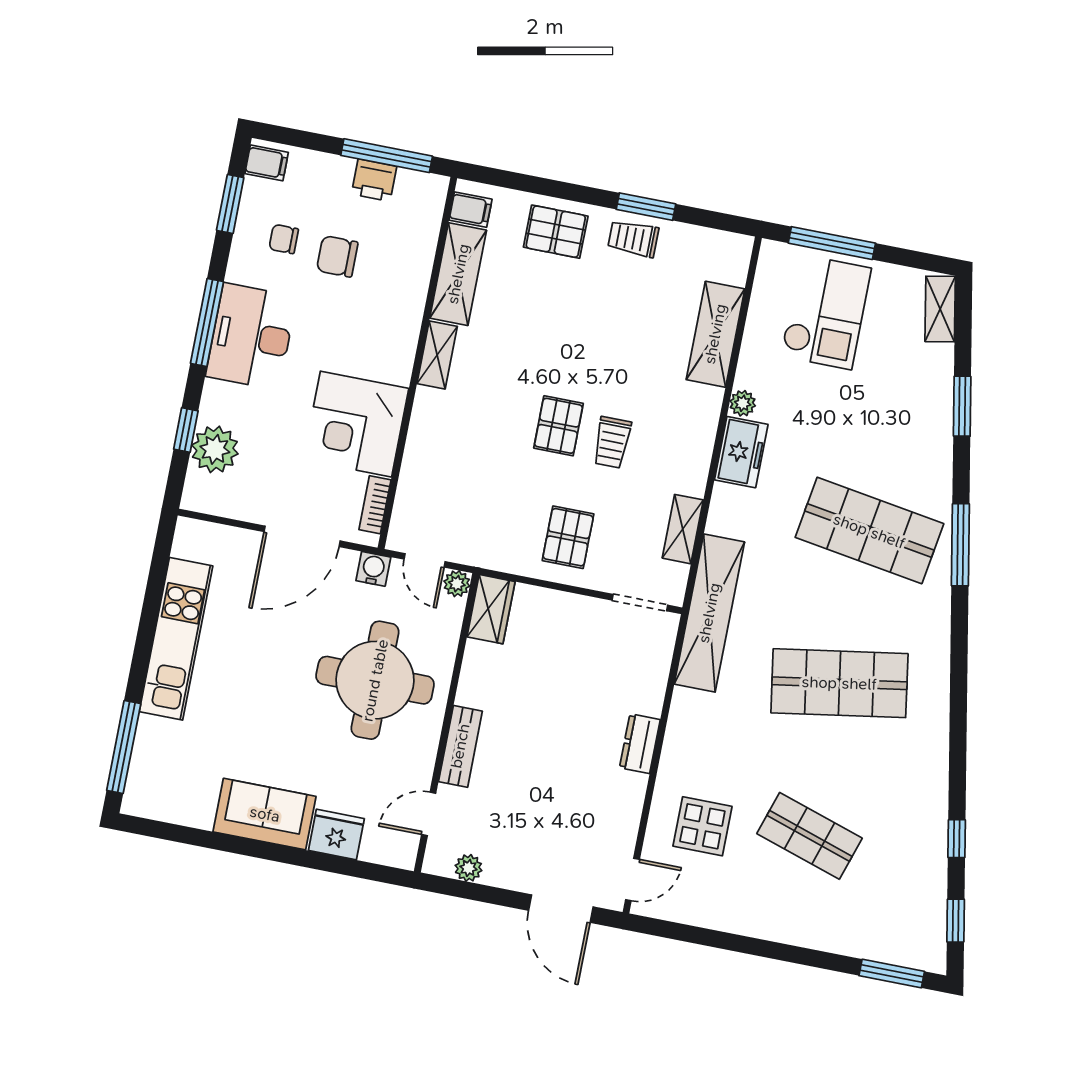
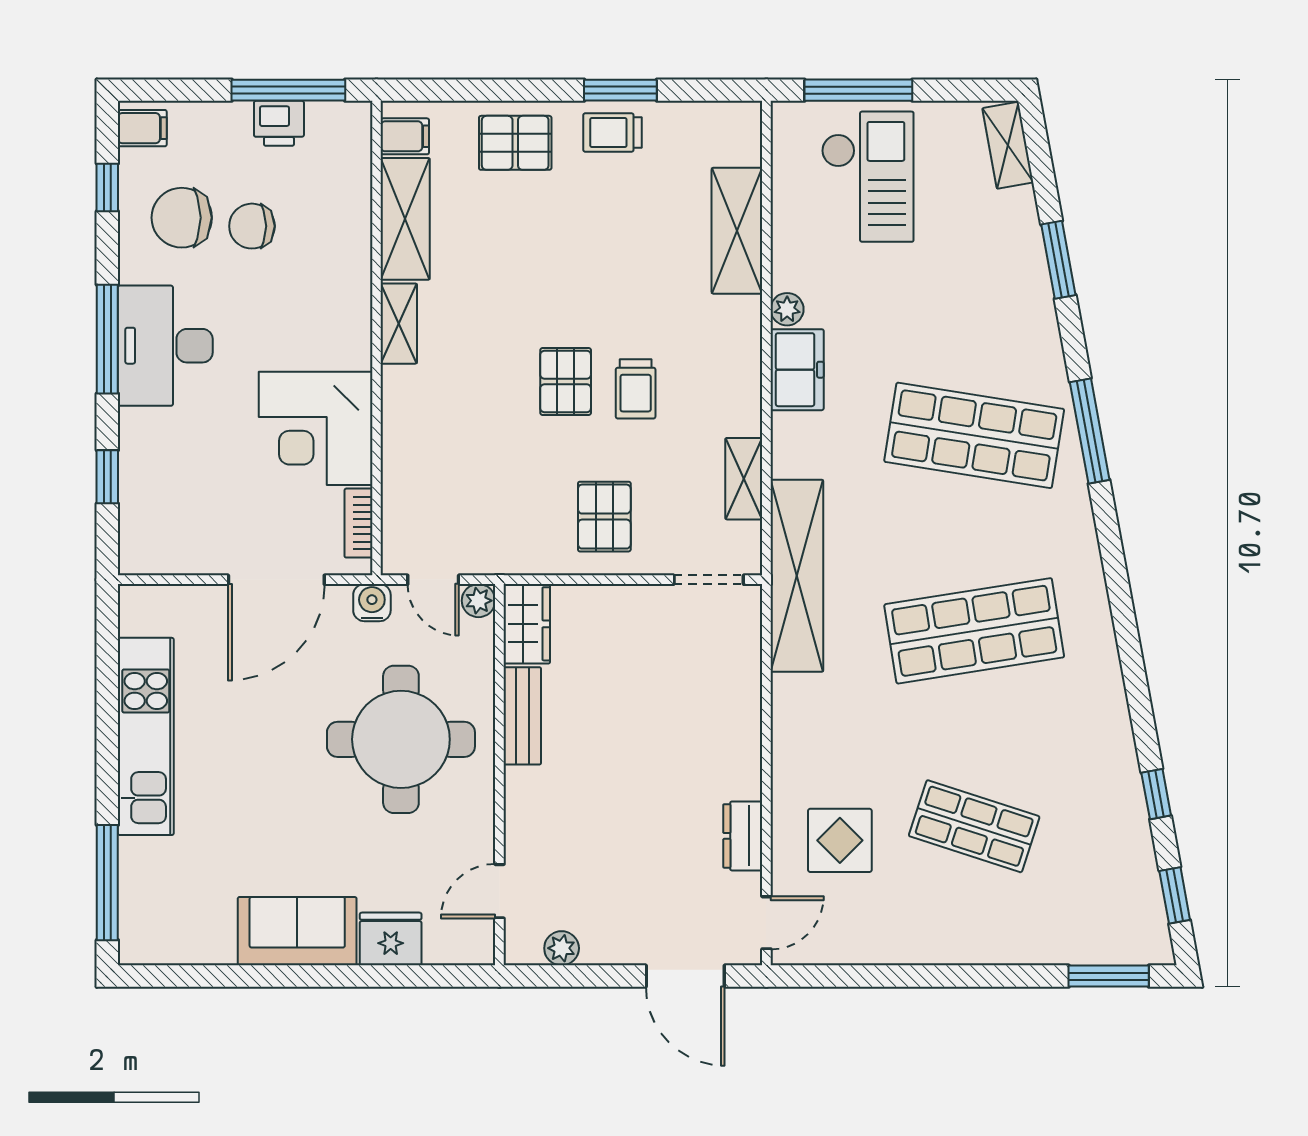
window: (230, 204) -> (107, 187), width x0.67
chair: (284, 239) -> (182, 218), width x1.87, depth x1.87
plant: (215, 449) -> (148, 494), removed
dresser: (640, 744) -> (743, 836), moved
bench: (460, 746) -> (522, 716), moved

